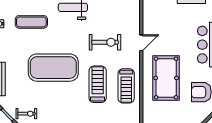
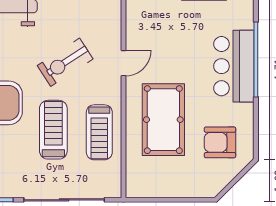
exercise bike: (105, 42) -> (65, 62), turned 147

